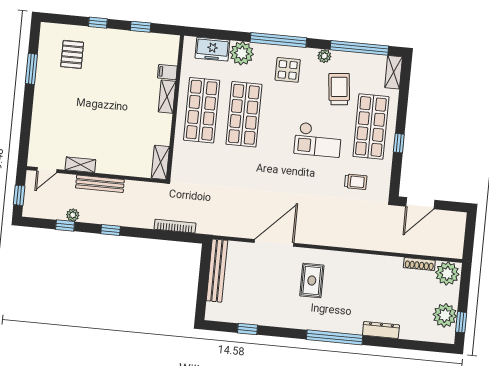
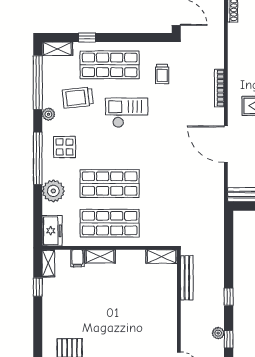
window: (98, 23) -> (38, 327), removed
freezer: (212, 49) -> (52, 231), moved
checkout: (318, 140) -> (127, 113), turned -90
window: (399, 143) -> (87, 38), moved
shelving: (80, 165) -> (48, 263), moved
trolley: (356, 182) -> (162, 74), turned 180
bench: (100, 184) -> (187, 278), moved
bookcase: (175, 226) -> (219, 88), moved

